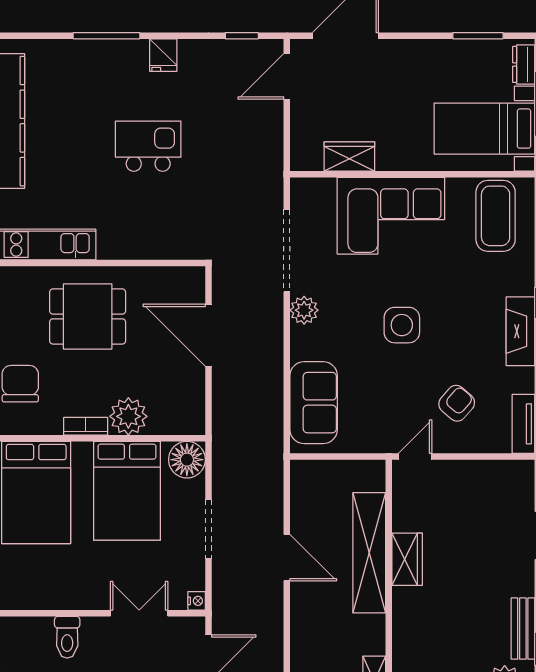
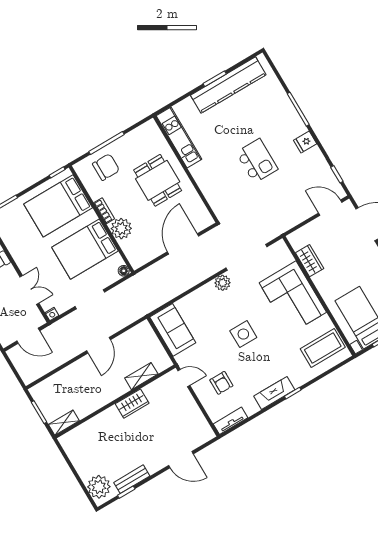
sofa: (314, 403) -> (173, 330), moved, turned -90
armchair: (457, 403) -> (221, 383), turned 49
floor lamp: (187, 460) -> (124, 271), width x0.53, depth x0.53
shelving: (369, 553) -> (141, 376), width x0.45, depth x0.75

